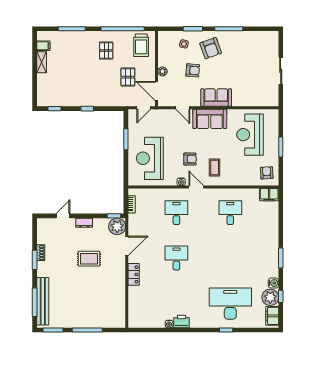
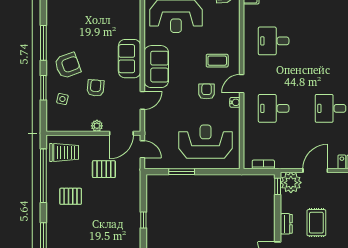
reception desk: (150, 158) -> (206, 142), turned 180
door: (127, 246) -> (315, 170), hinge flipped
rug: (89, 259) -> (316, 223), moved

